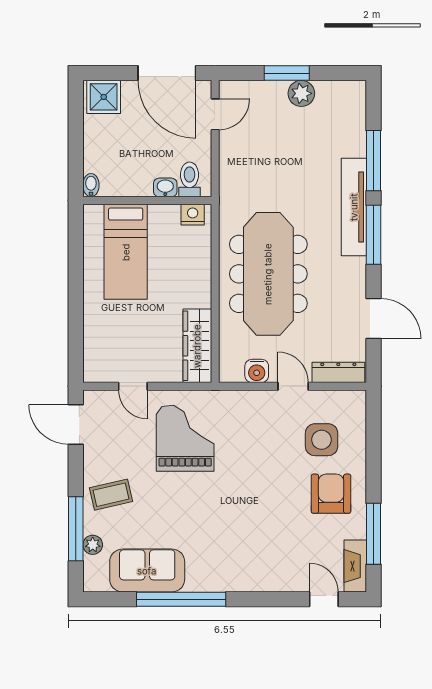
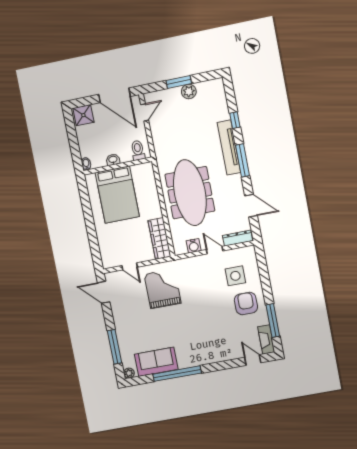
window: (373, 161) -> (235, 120), width x0.46
washbasin: (165, 187) -> (113, 160), moved
nightstand: (193, 215) -> (143, 169), removed
bed: (126, 252) -> (117, 195), width x1.50
coffee table: (111, 495) -> (129, 326), removed
plant: (93, 545) -> (129, 373), moved

